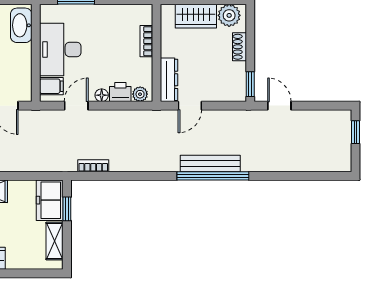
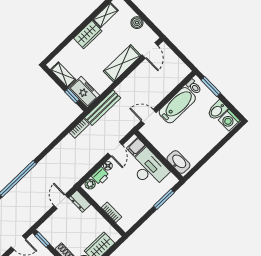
dresser: (169, 80) -> (80, 201), width x0.70
bench: (210, 164) -> (103, 108), moved

